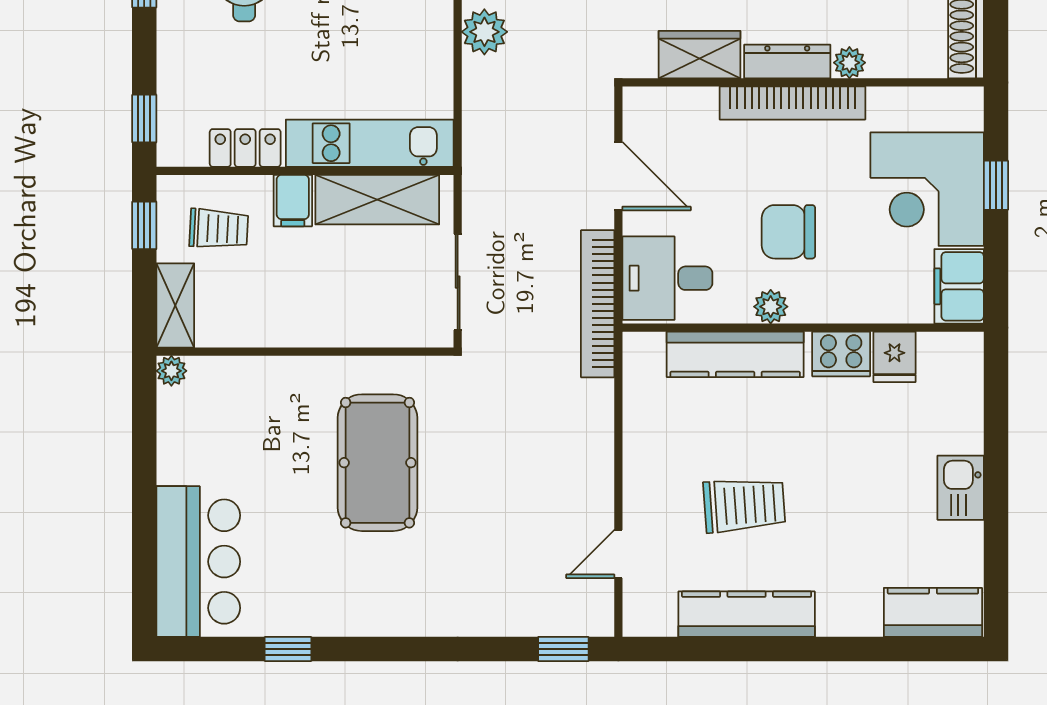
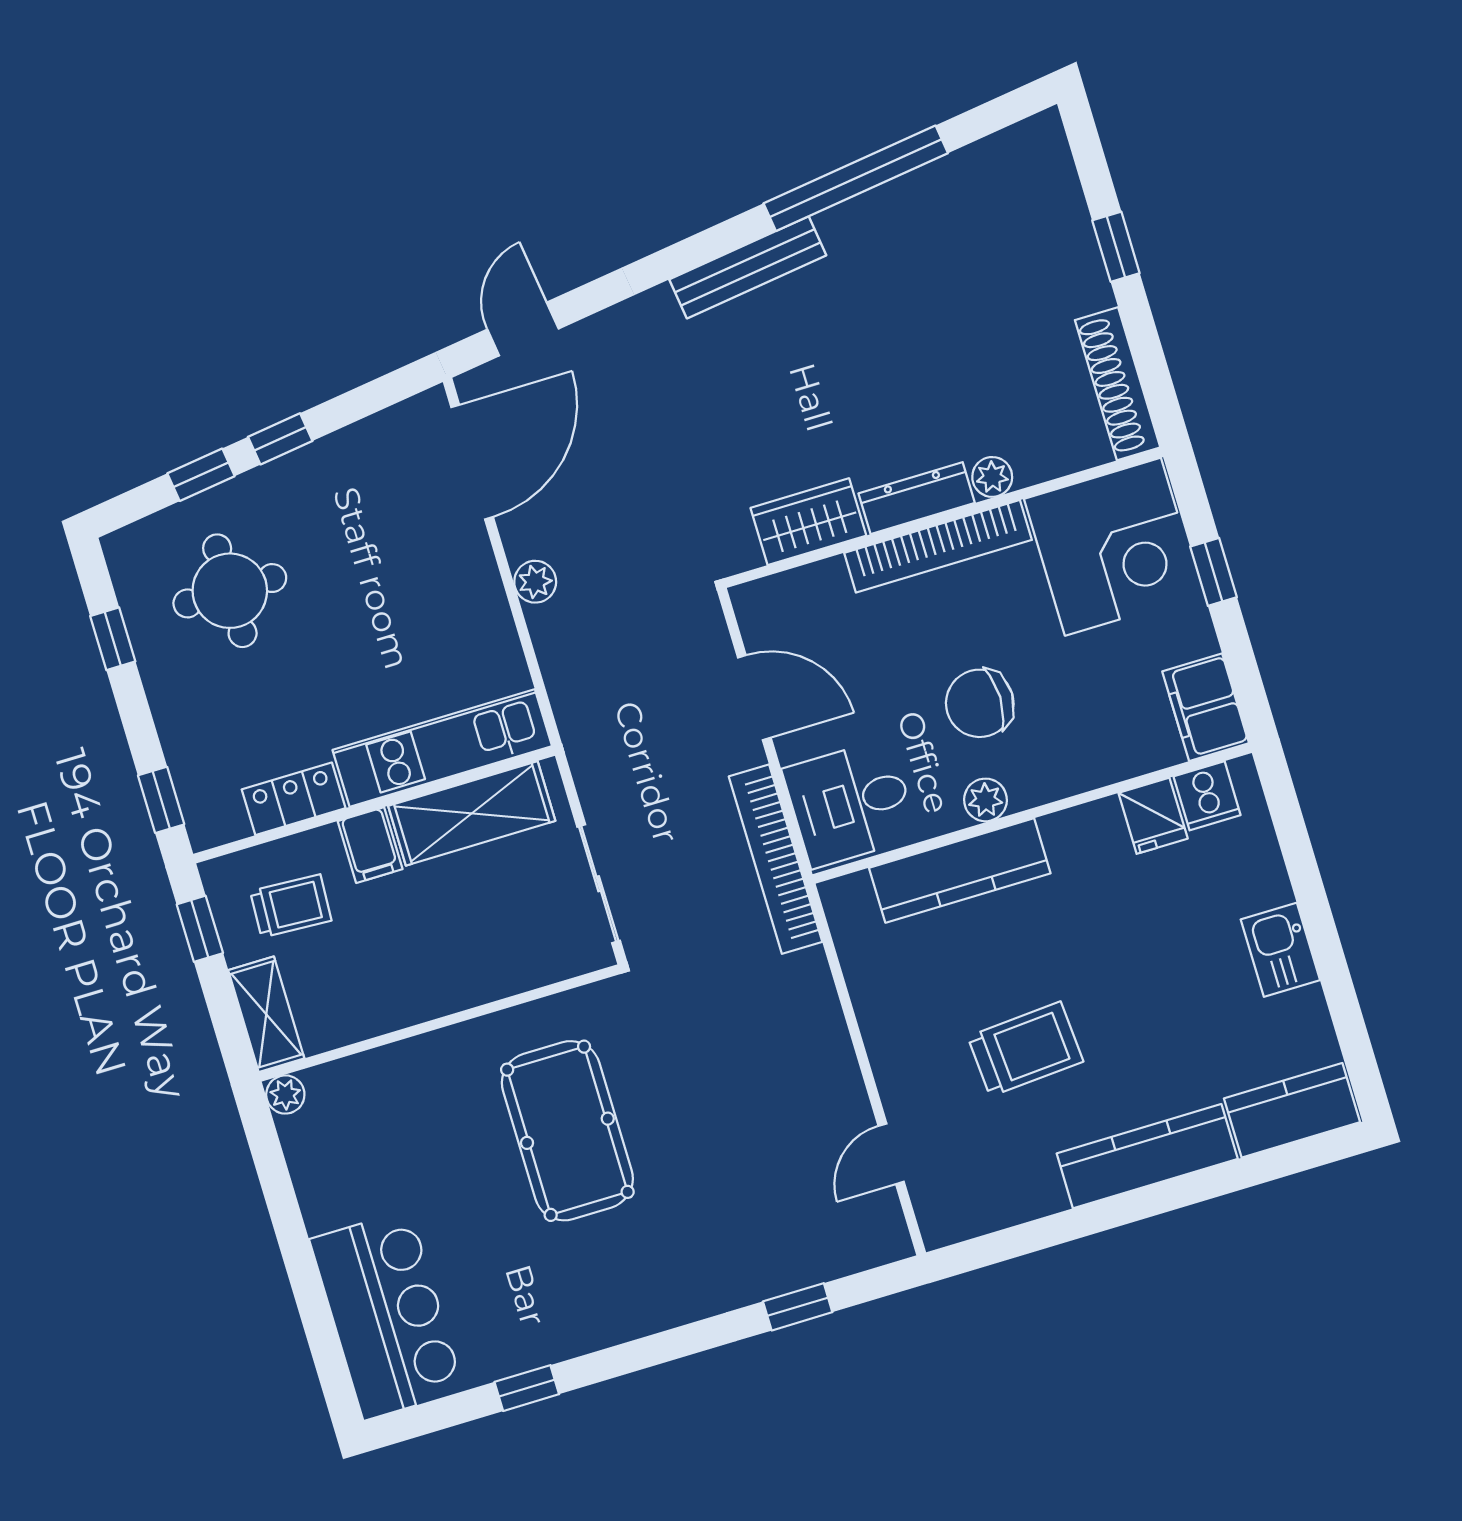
plant: (484, 32) -> (535, 582), width x0.73, depth x0.73
corner desk: (927, 189) -> (1113, 547), moved, turned -90
cooker: (841, 354) -> (1207, 796), moved, width x0.73
kitchen counter: (747, 614) -> (1147, 1156), moved
window: (563, 649) -> (798, 1307), moved

